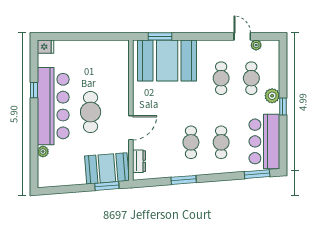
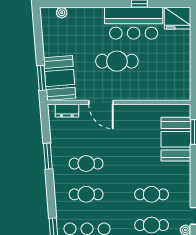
fridge: (46, 47) -> (178, 18), width x1.88, depth x1.34
booth: (167, 60) -> (176, 139), width x0.73, depth x0.70
bar counter: (53, 106) -> (134, 23), width x0.73
plant: (43, 152) -> (62, 13), moved

